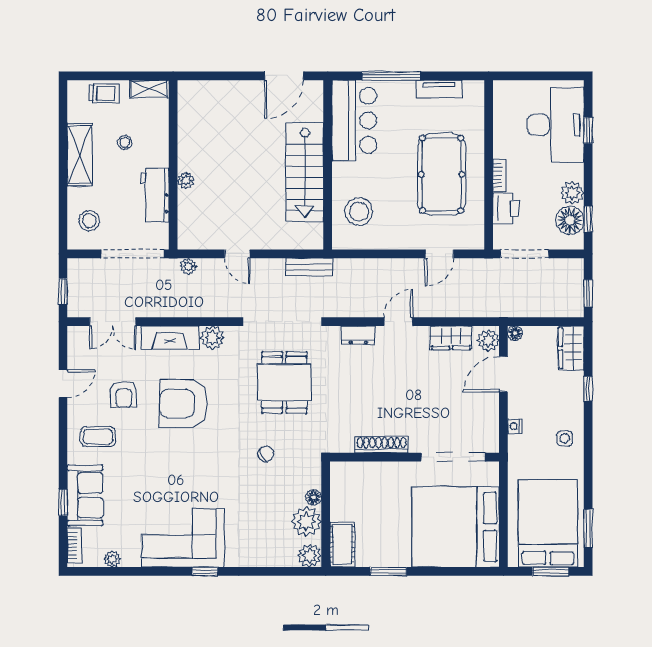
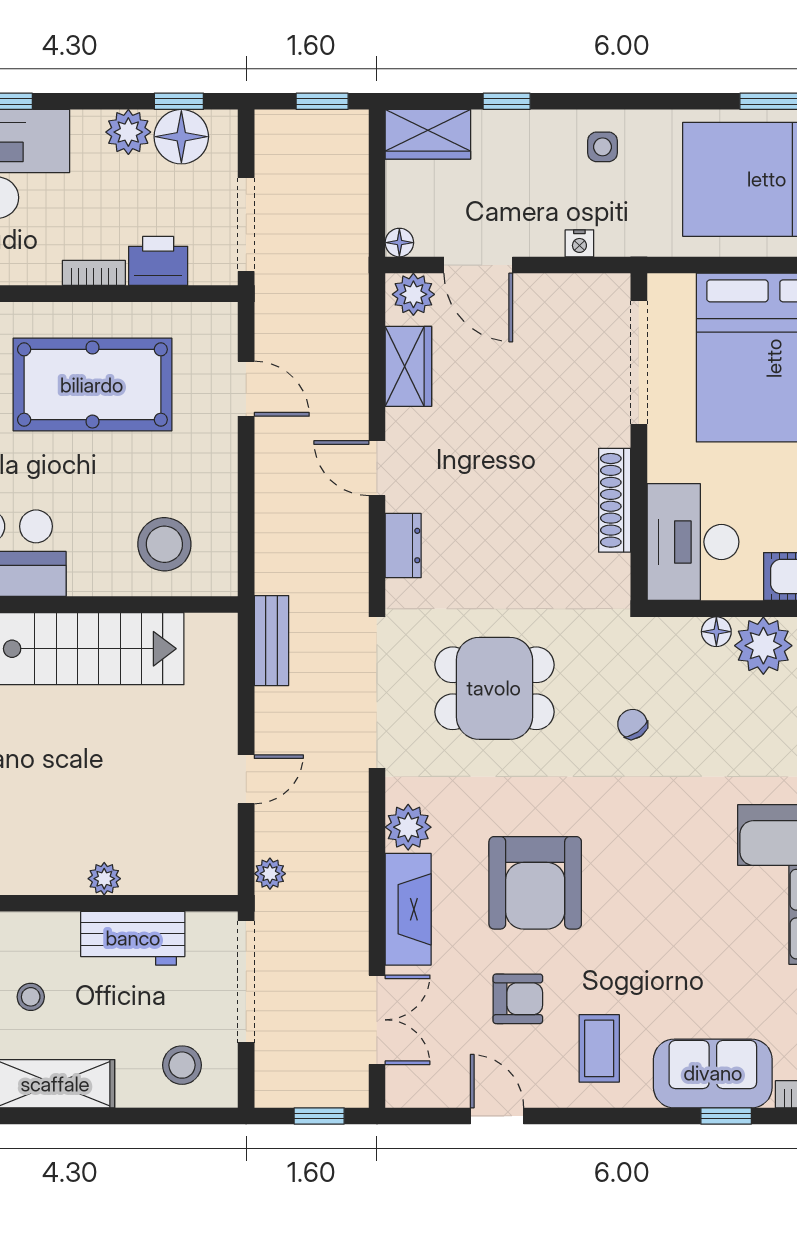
desk: (360, 485) -> (693, 542), added

